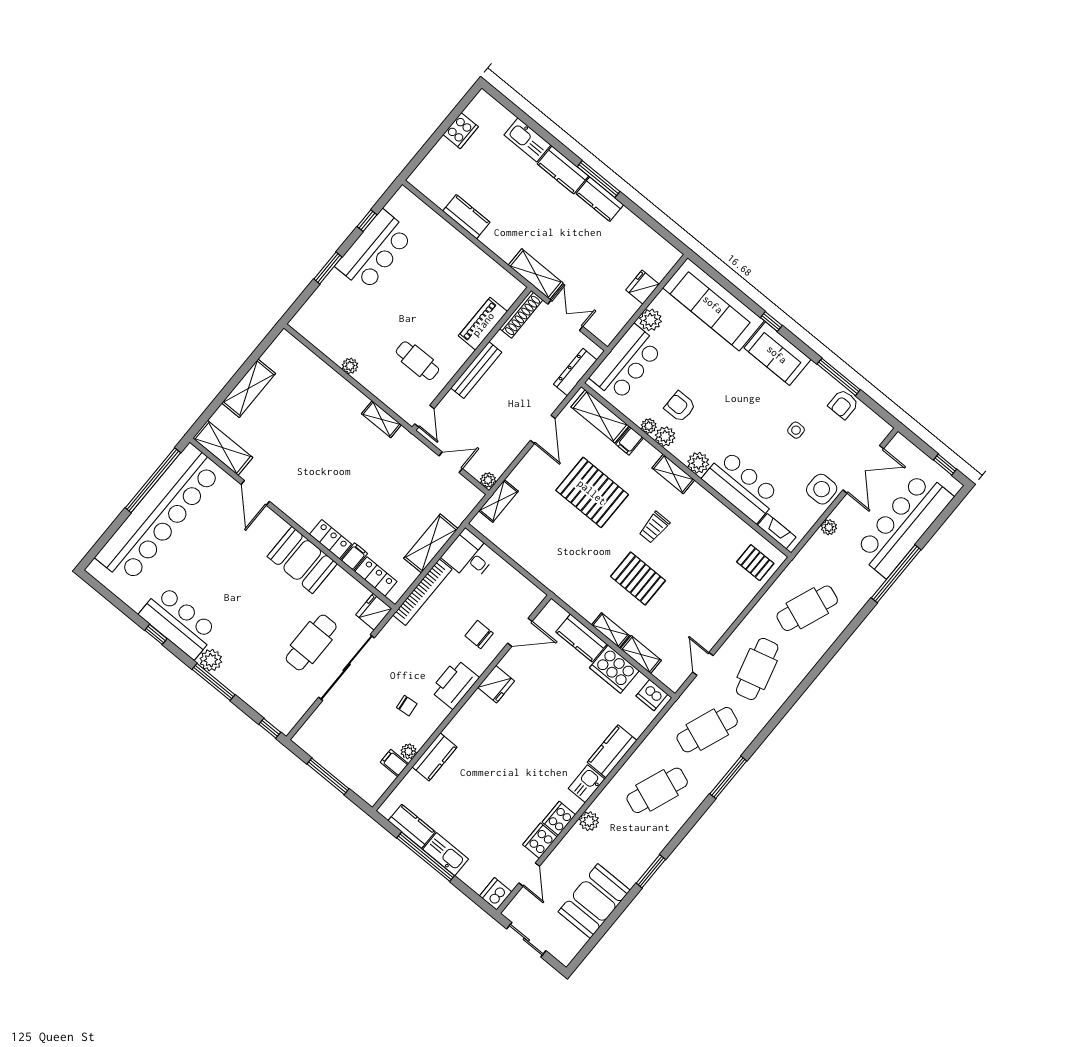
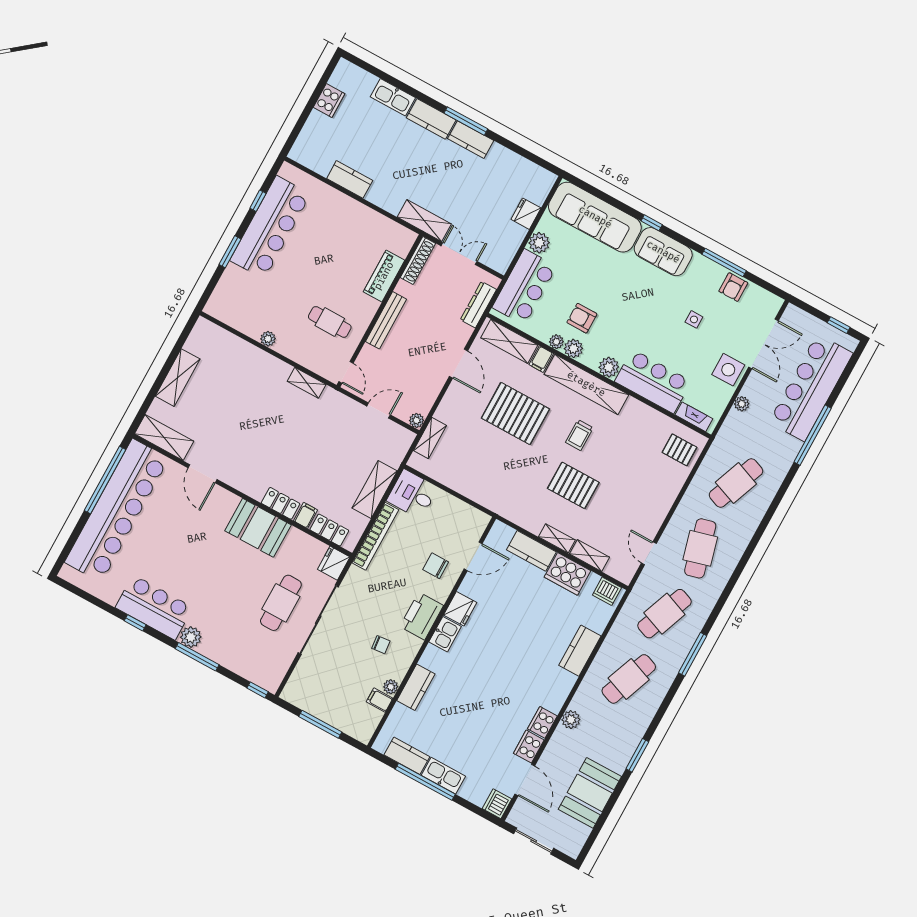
bar counter: (375, 251) -> (270, 227), width x1.36
shelving: (673, 474) -> (586, 384), width x2.20, depth x1.33
kitchen sink: (587, 784) -> (445, 634), moved, turned 180
door: (529, 875) -> (525, 780), width x1.38

